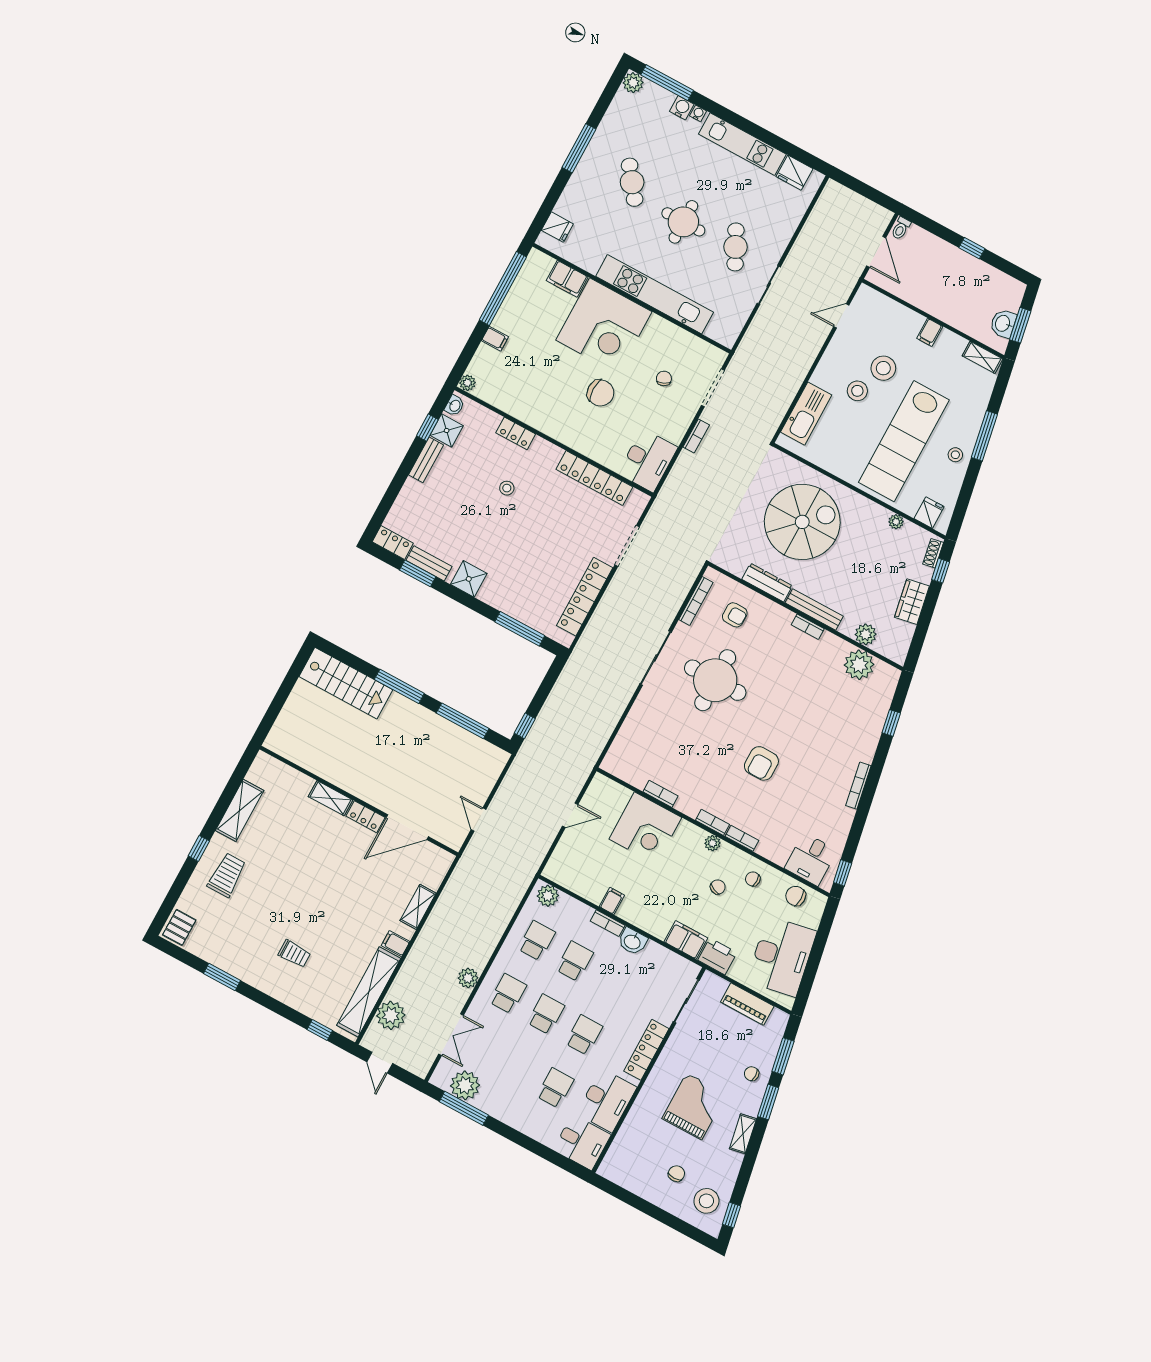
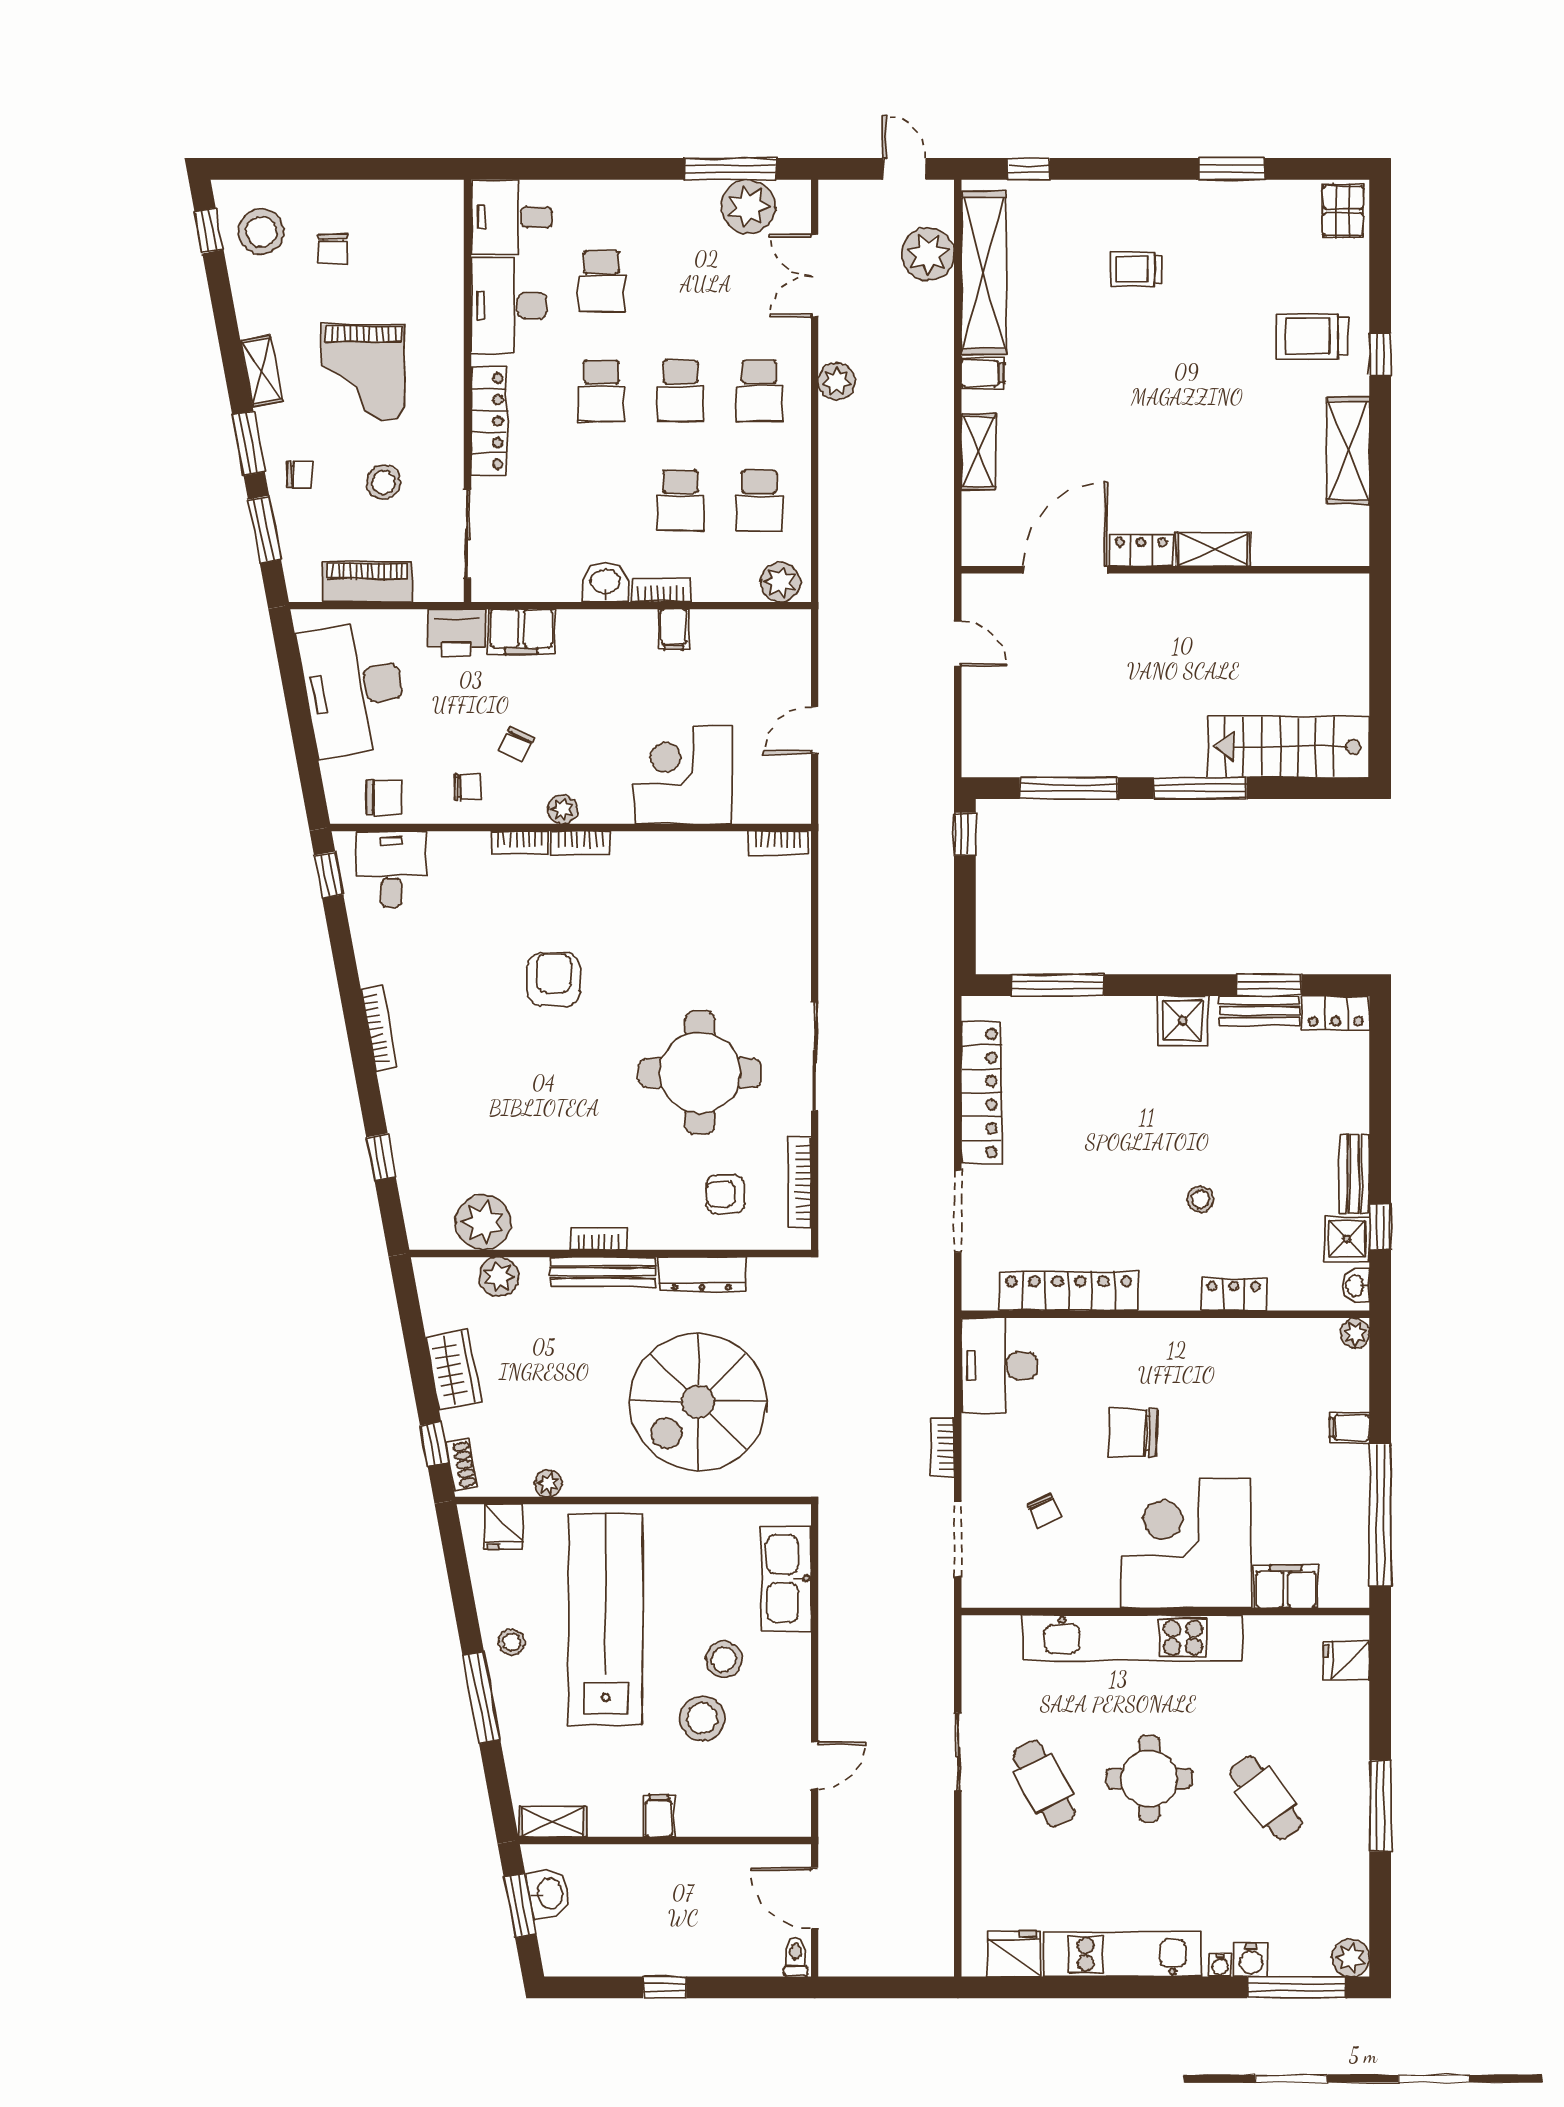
bookcase: (660, 794) -> (778, 843), moved
trolley: (227, 875) -> (1312, 336), turned 90
stool: (713, 1048) -> (384, 482), added

